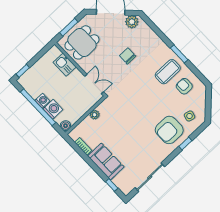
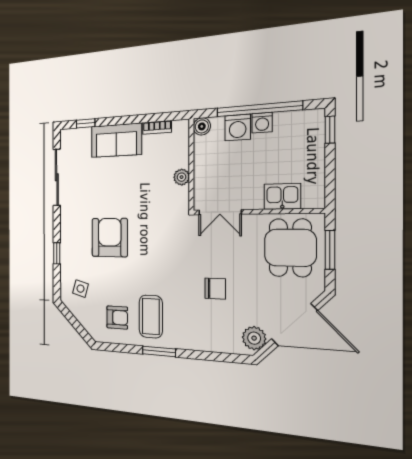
armchair: (169, 130) -> (110, 238), moved

